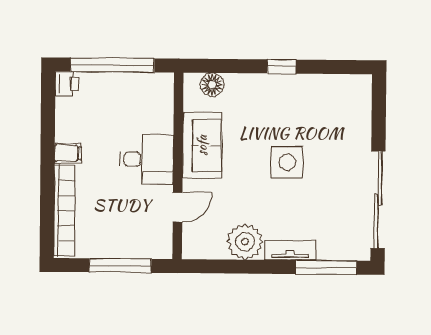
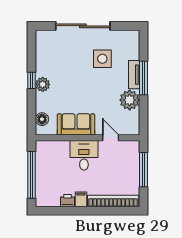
printer: (66, 84) -> (67, 201), moved
plant: (274, 86) -> (43, 84), added
side table: (287, 162) -> (102, 59), moved
sliding door: (378, 200) -> (83, 26), moved
window: (326, 267) -> (143, 78), moved

